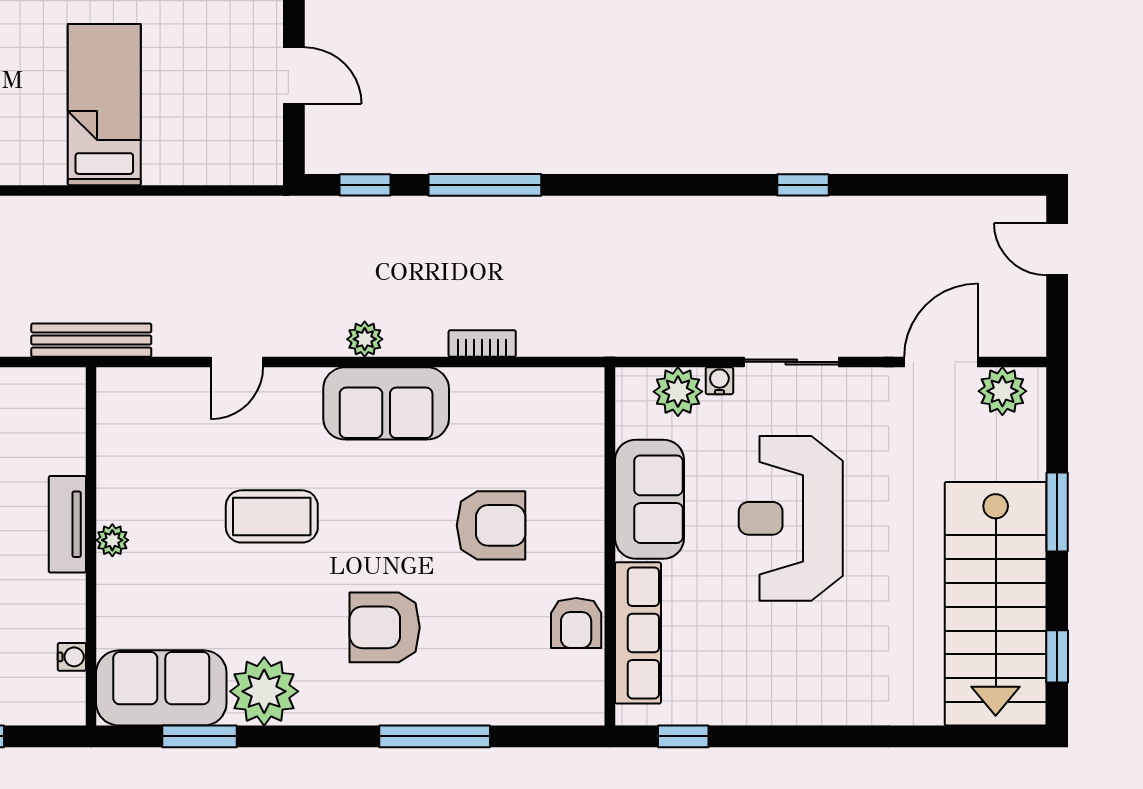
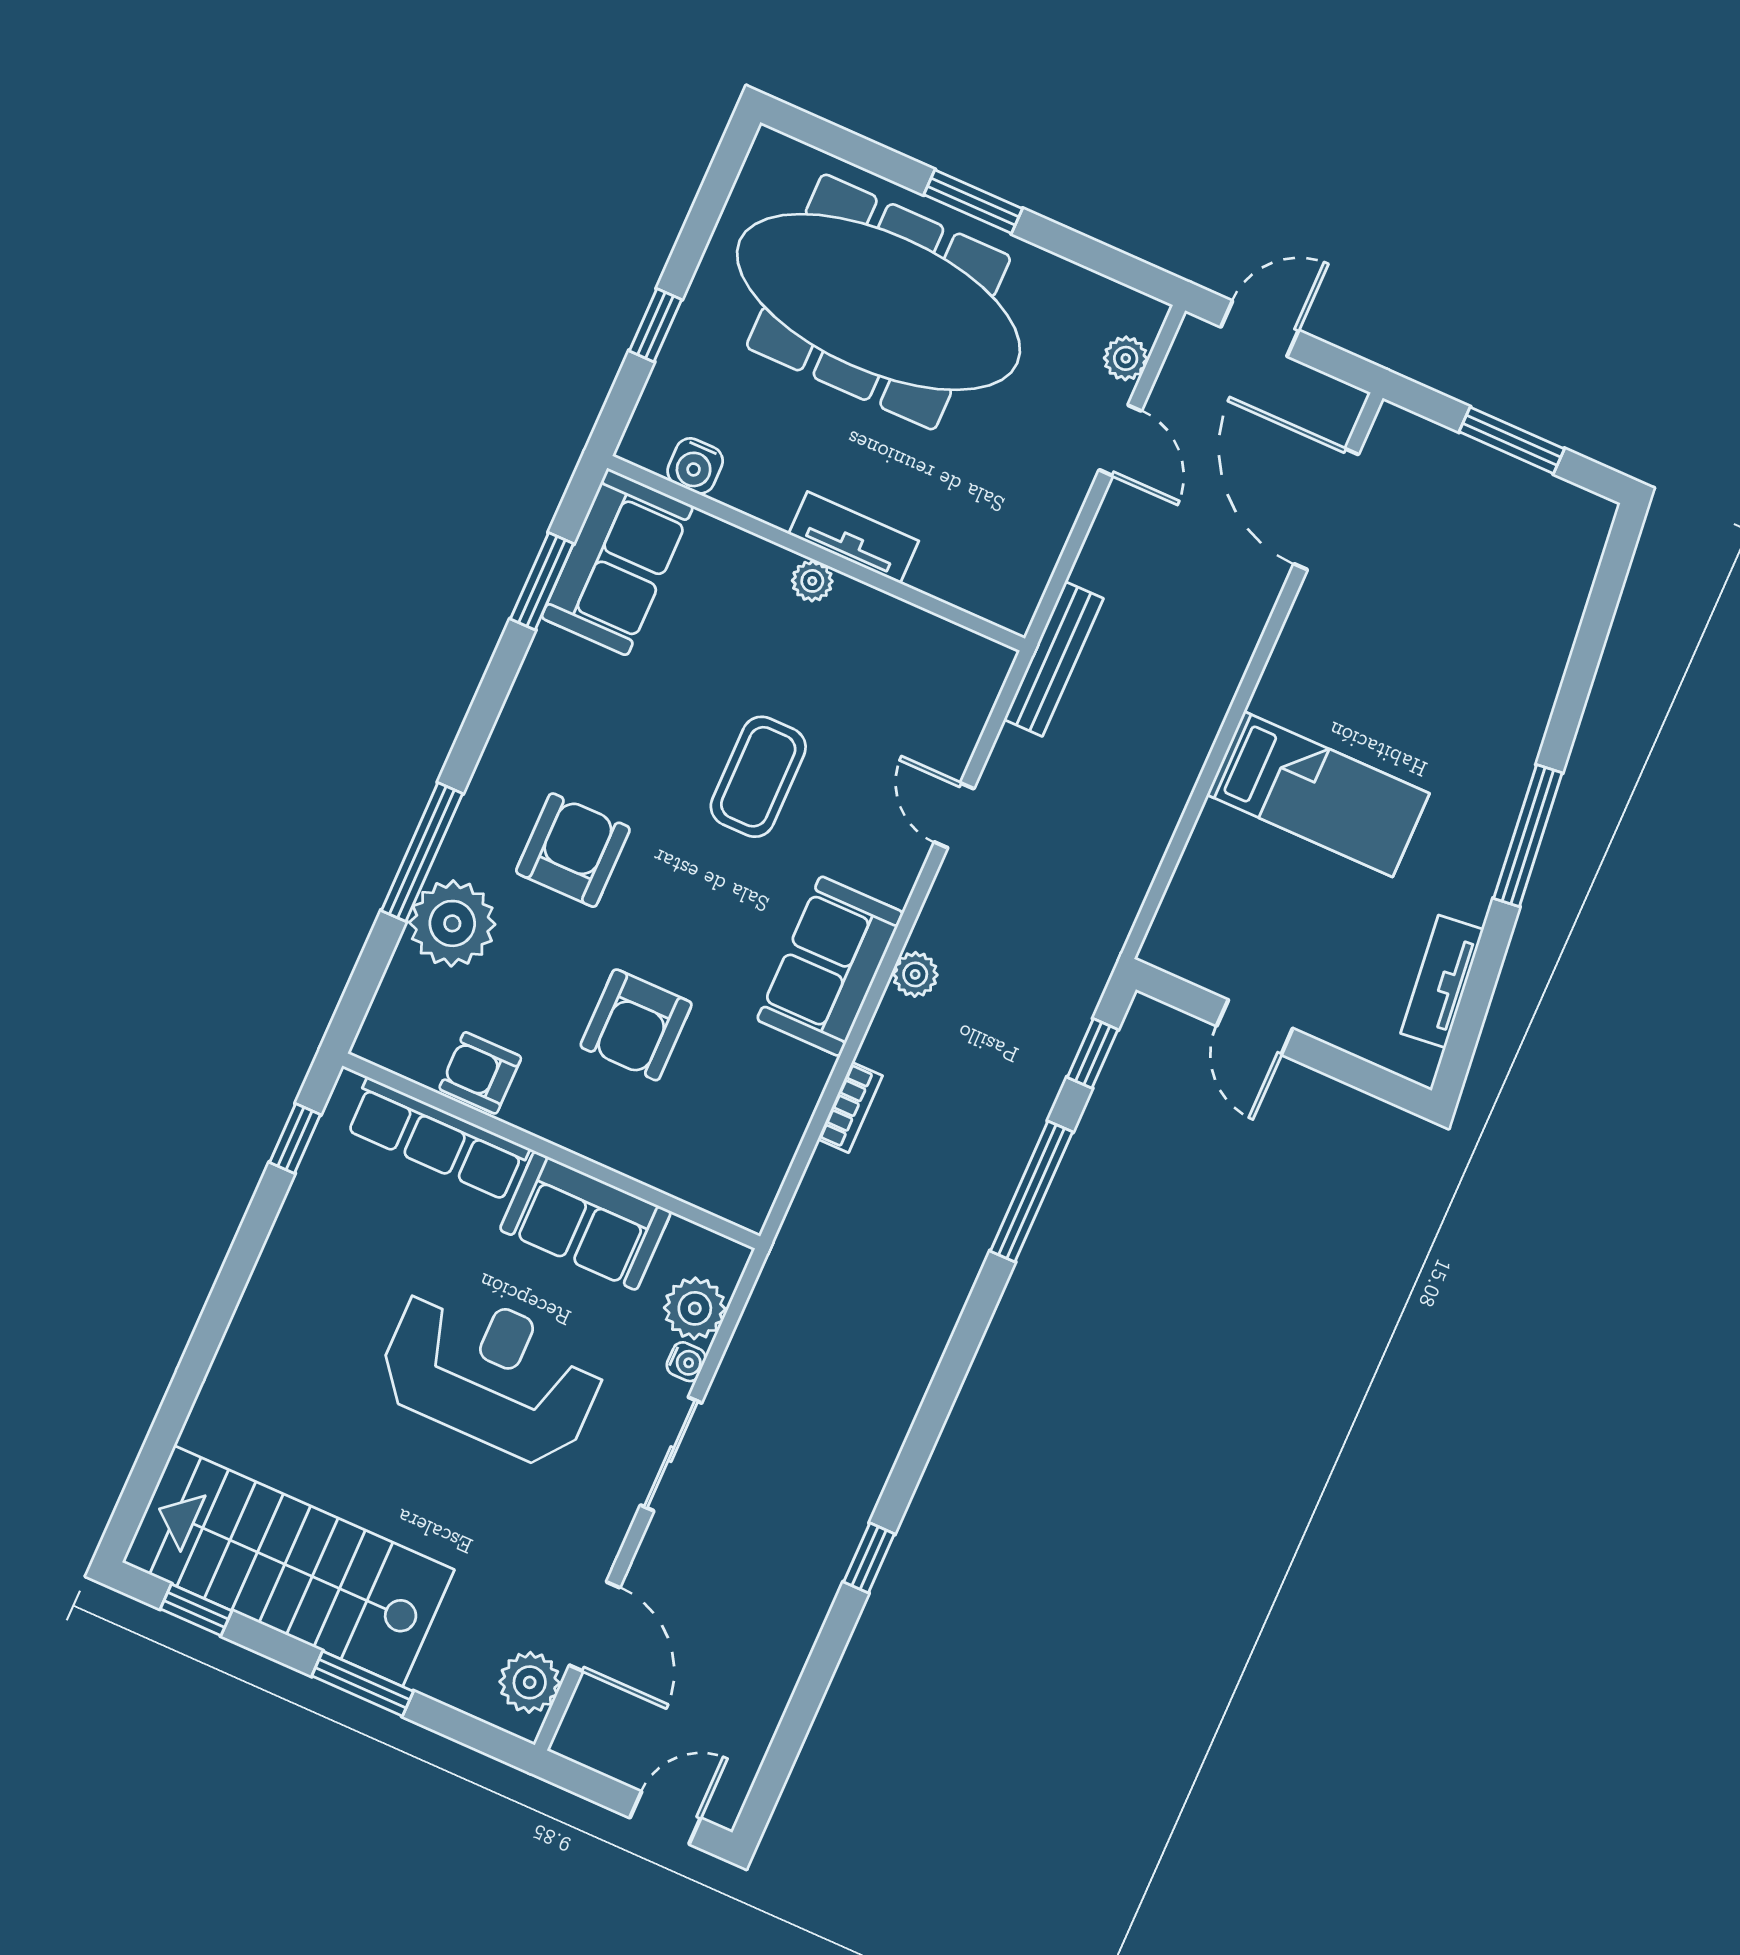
door: (294, 76) -> (1255, 1027), hinge flipped
water cooler: (72, 657) -> (695, 466), width x1.38, depth x1.38
plant: (264, 691) -> (452, 923), moved

